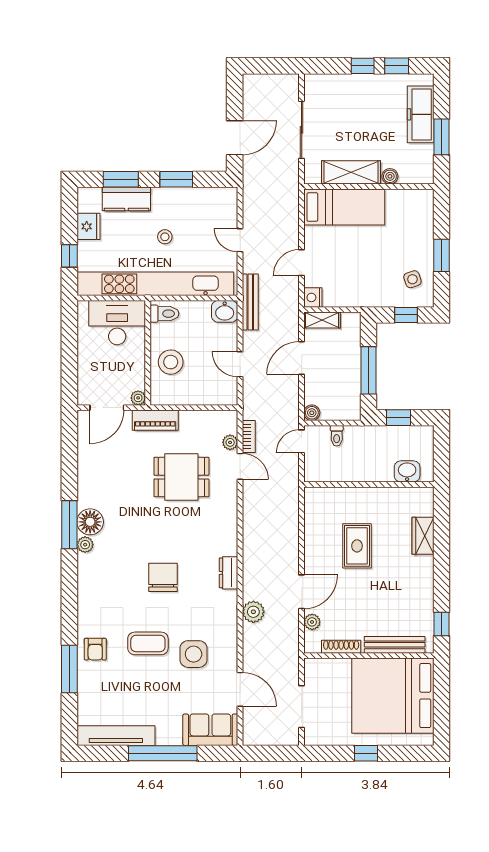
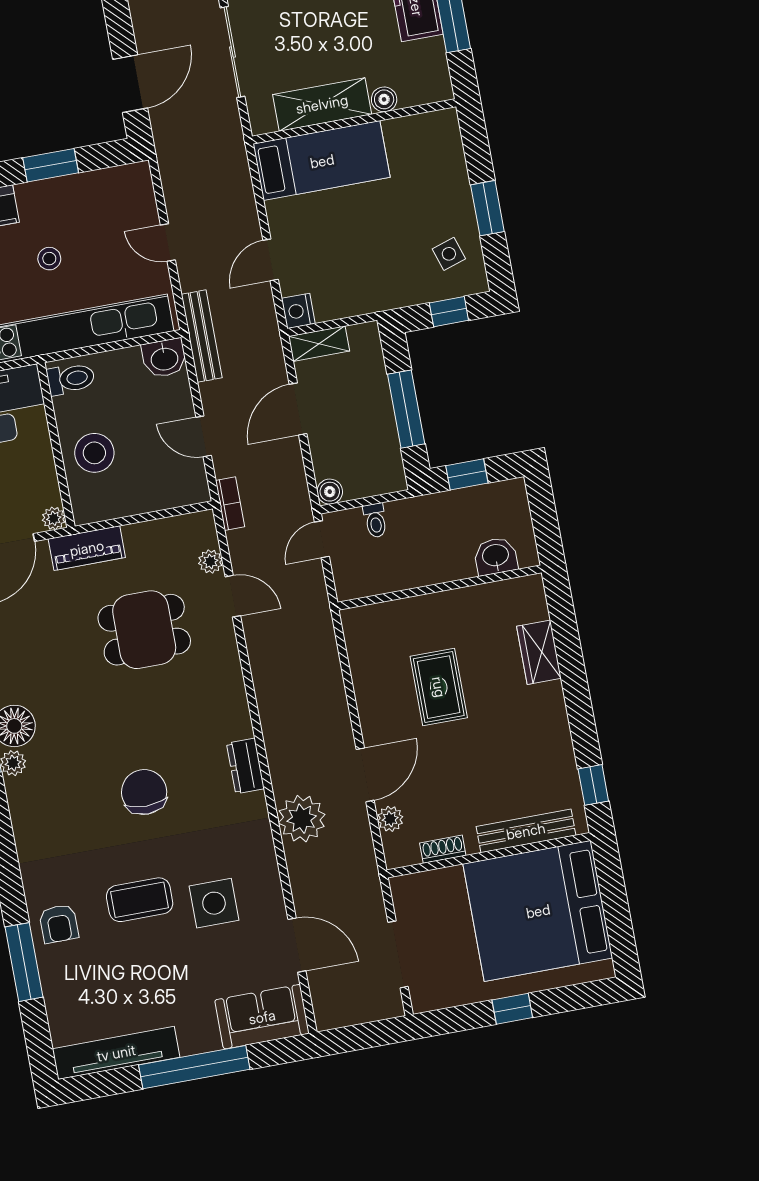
bookcase: (249, 436) -> (230, 504), moved
plant: (253, 612) -> (302, 819), width x1.36, depth x1.36
shoe rack: (341, 647) -> (443, 849), width x0.70

